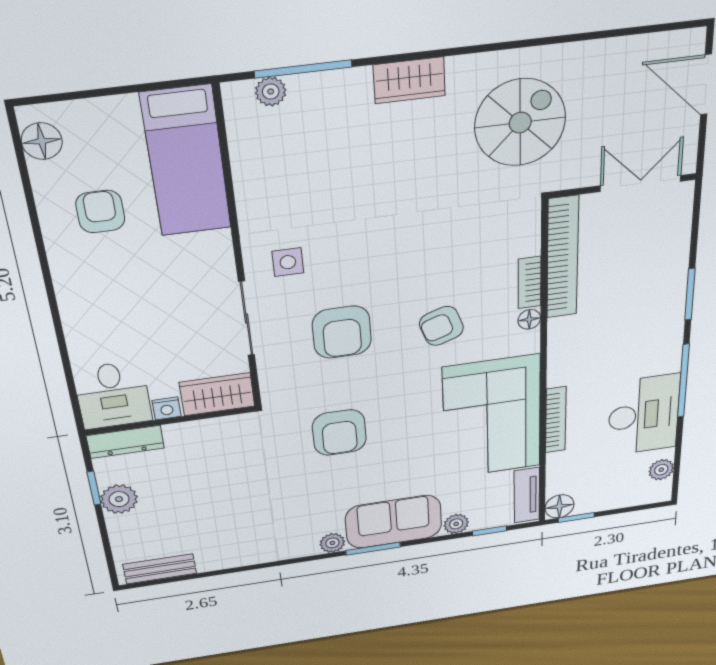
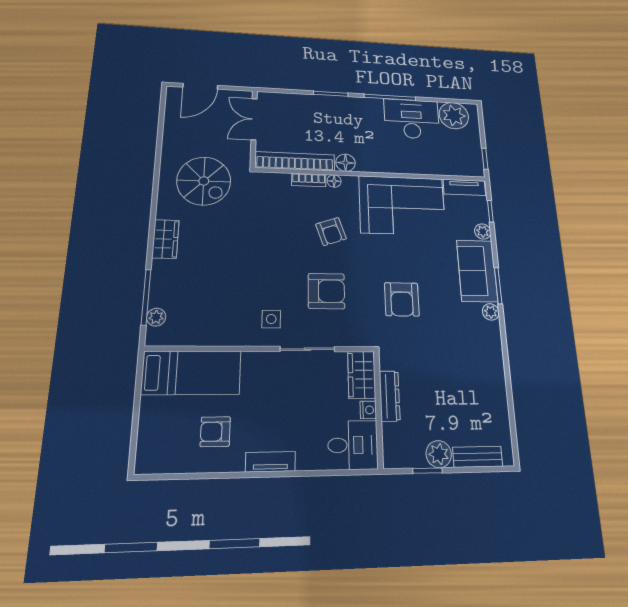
spiral stairs: (520, 123) -> (204, 181), turned 180
floor lamp: (42, 141) -> (160, 461), removed
tv unit: (69, 293) -> (270, 462), added
bookcase: (556, 420) -> (409, 169), removed
armchair: (339, 433) -> (402, 299), turned 90
dresser: (125, 442) -> (390, 396), moved
plant: (661, 470) -> (454, 116), width x1.88, depth x1.88
floor lamp: (560, 506) -> (346, 163), moved
bench: (160, 569) -> (478, 457), moved, turned 90

